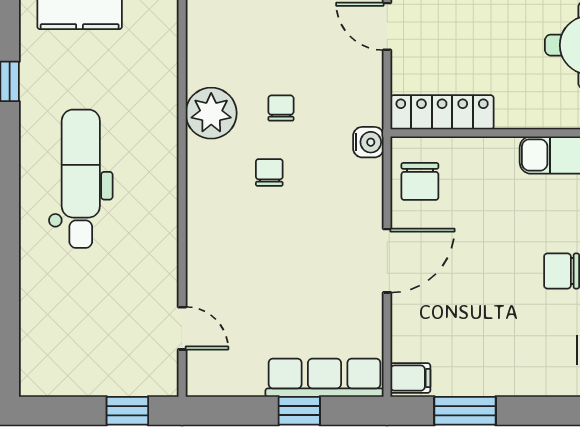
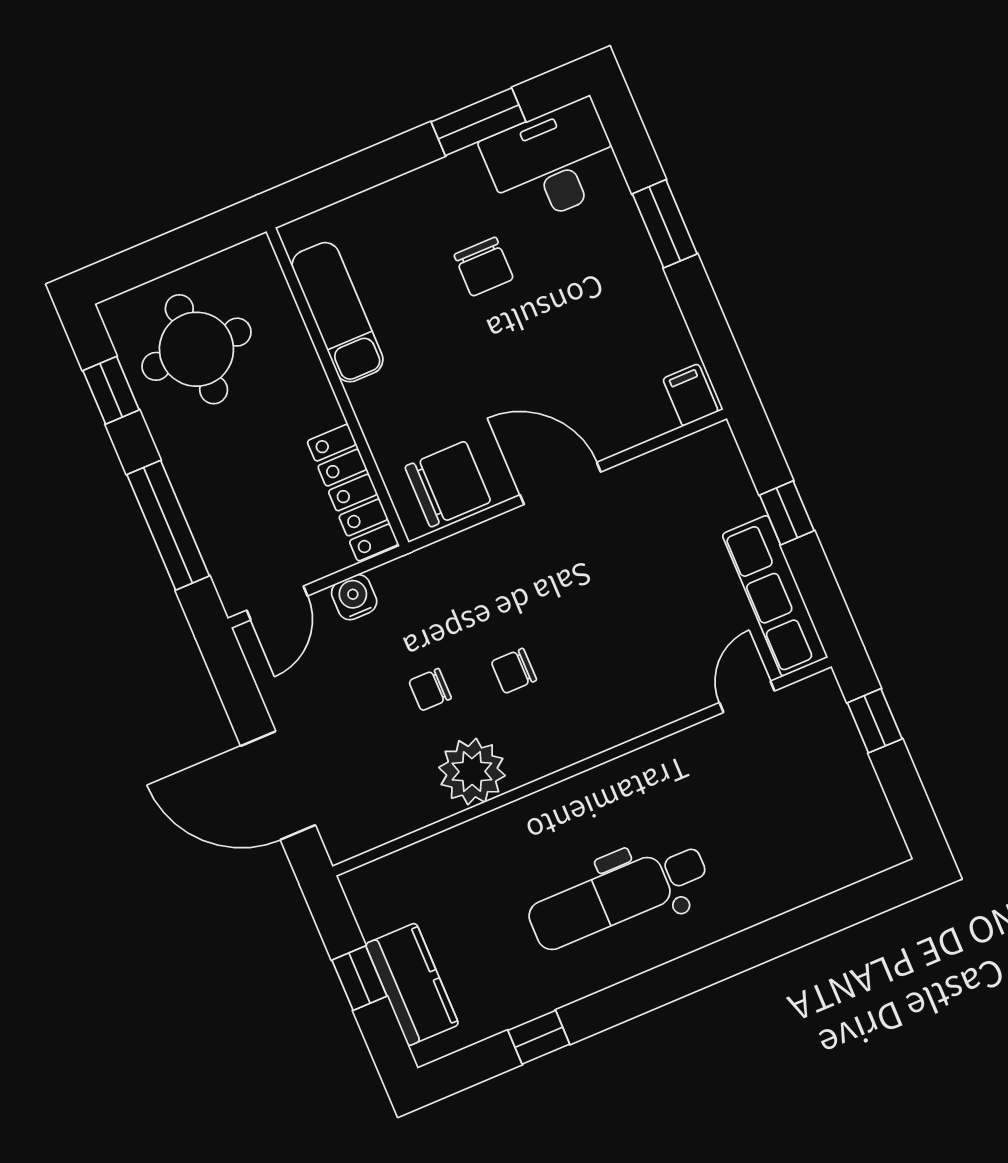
water cooler: (368, 142) -> (354, 597), moved
chair: (420, 181) -> (448, 484), width x1.37, depth x1.37
row of seats: (324, 378) -> (775, 596), moved
window: (465, 411) -> (665, 224), moved

